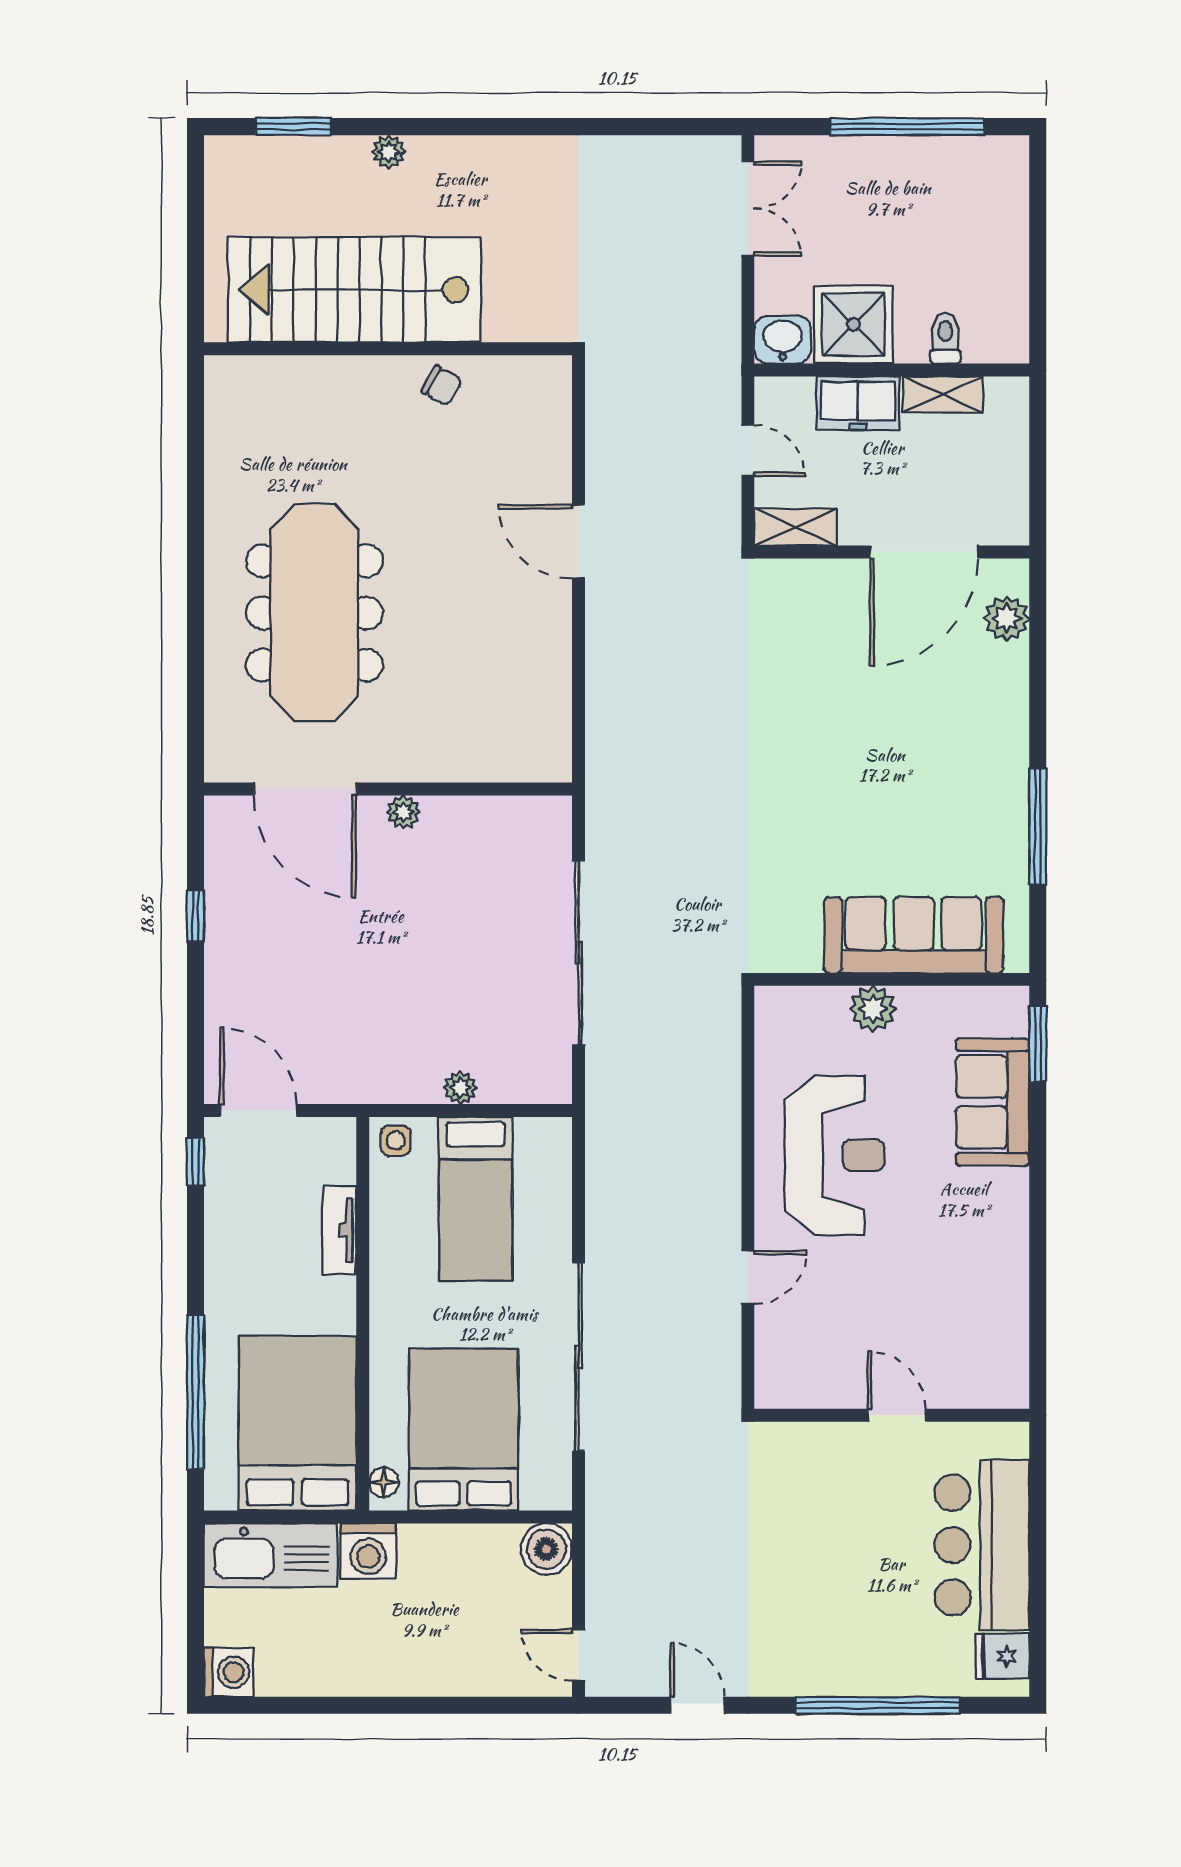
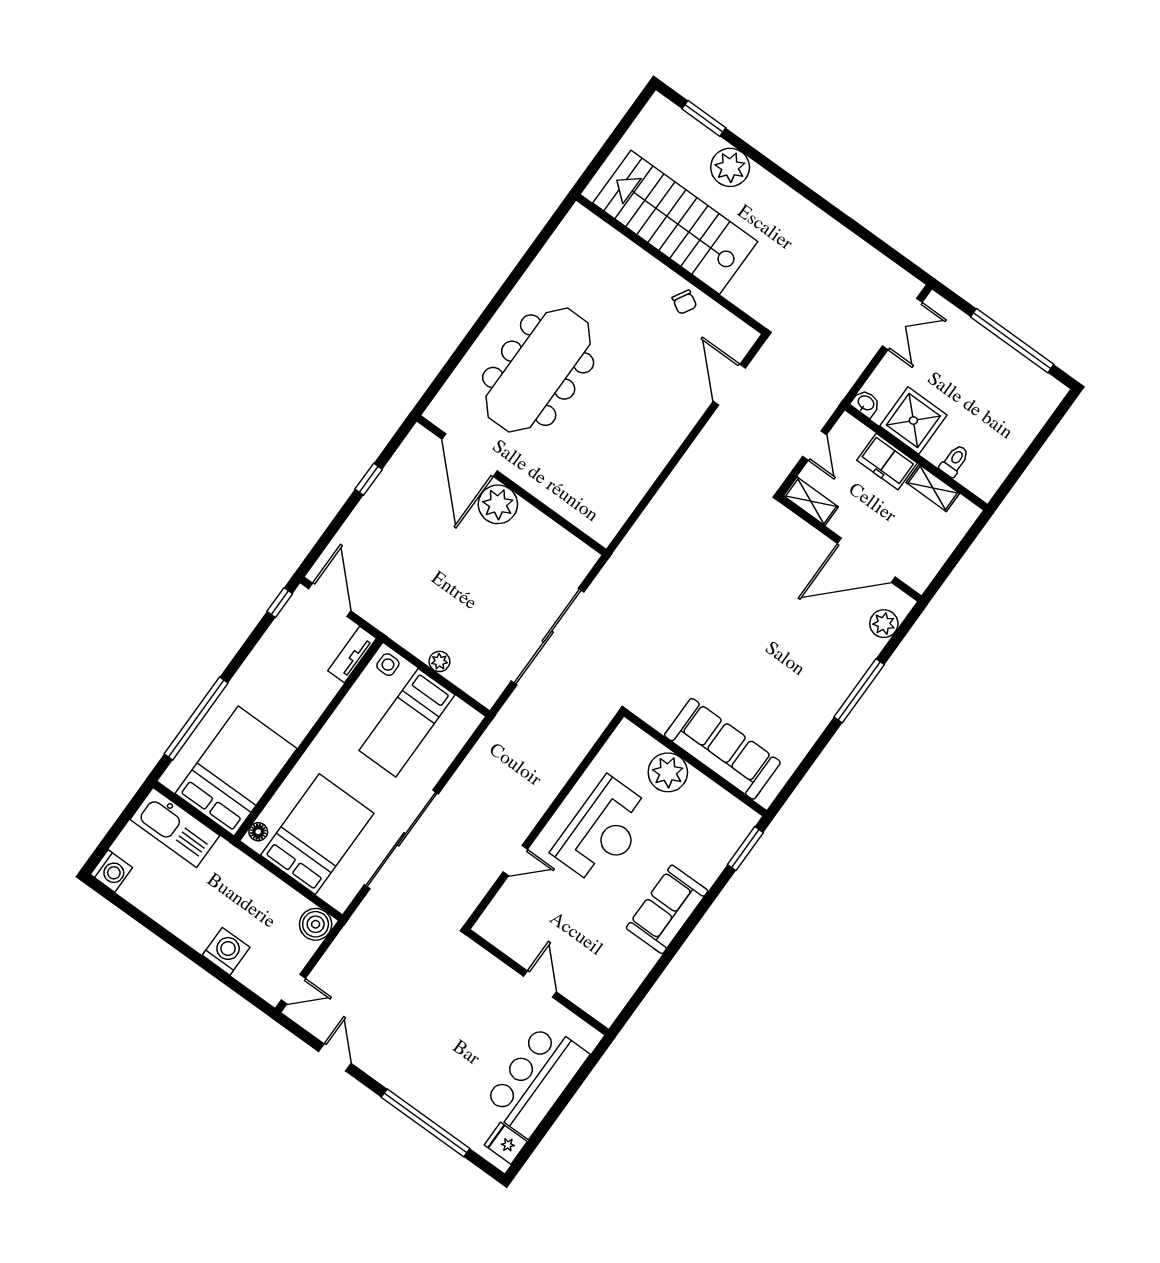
plant: (389, 152) -> (730, 167), width x1.88, depth x1.88
washbasin: (783, 340) -> (866, 403), width x0.72, depth x0.69
door: (579, 542) -> (729, 385), moved
plant: (403, 812) -> (498, 504), width x1.87, depth x1.87
window: (1038, 827) -> (859, 691), moved
plant: (873, 1009) -> (668, 772), width x1.36, depth x1.36
sofa: (993, 1102) -> (667, 909), moved
tv unit: (339, 1230) -> (352, 655), moved
washing machine: (368, 1551) -> (226, 951), moved, turned 180
door: (579, 1655) -> (293, 989), swing flipped

